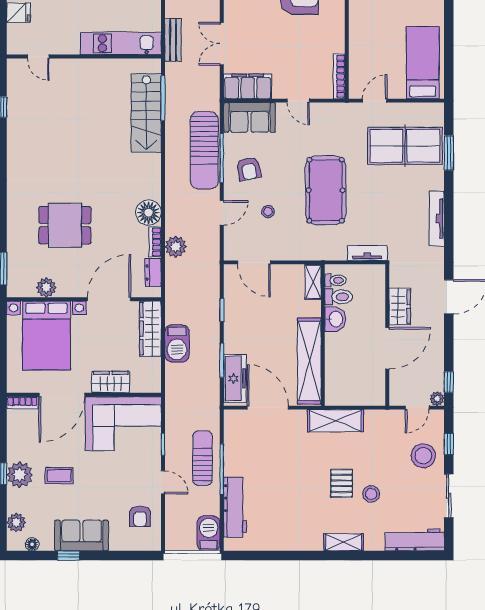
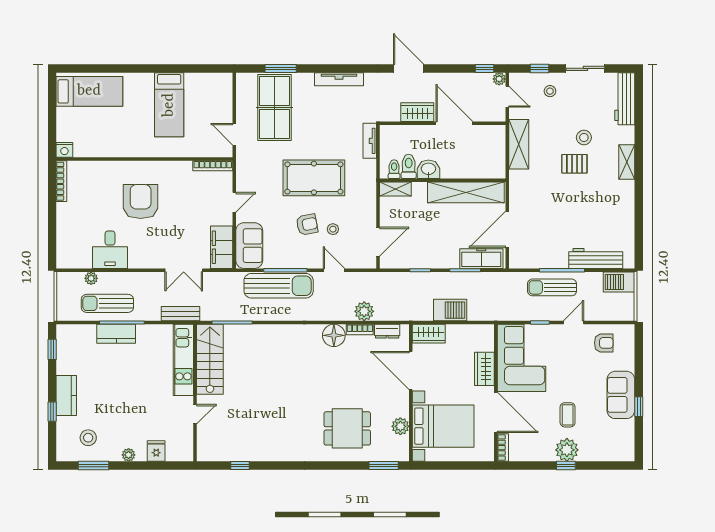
door: (38, 57) -> (195, 414), moved
bed: (423, 63) -> (169, 105), moved, turned -90
stairs: (146, 113) -> (210, 359), moved, turned -90
armchair: (249, 169) -> (307, 225), moved
dining table: (65, 225) -> (347, 428), moved, turned 90
wardrobe: (150, 329) -> (429, 334), width x0.67
shelving: (335, 421) -> (519, 144), moved
stool: (423, 456) -> (550, 91), width x0.53, depth x0.53
plant: (16, 522) -> (609, 453), removed
floor lamp: (32, 544) -> (629, 439), removed

